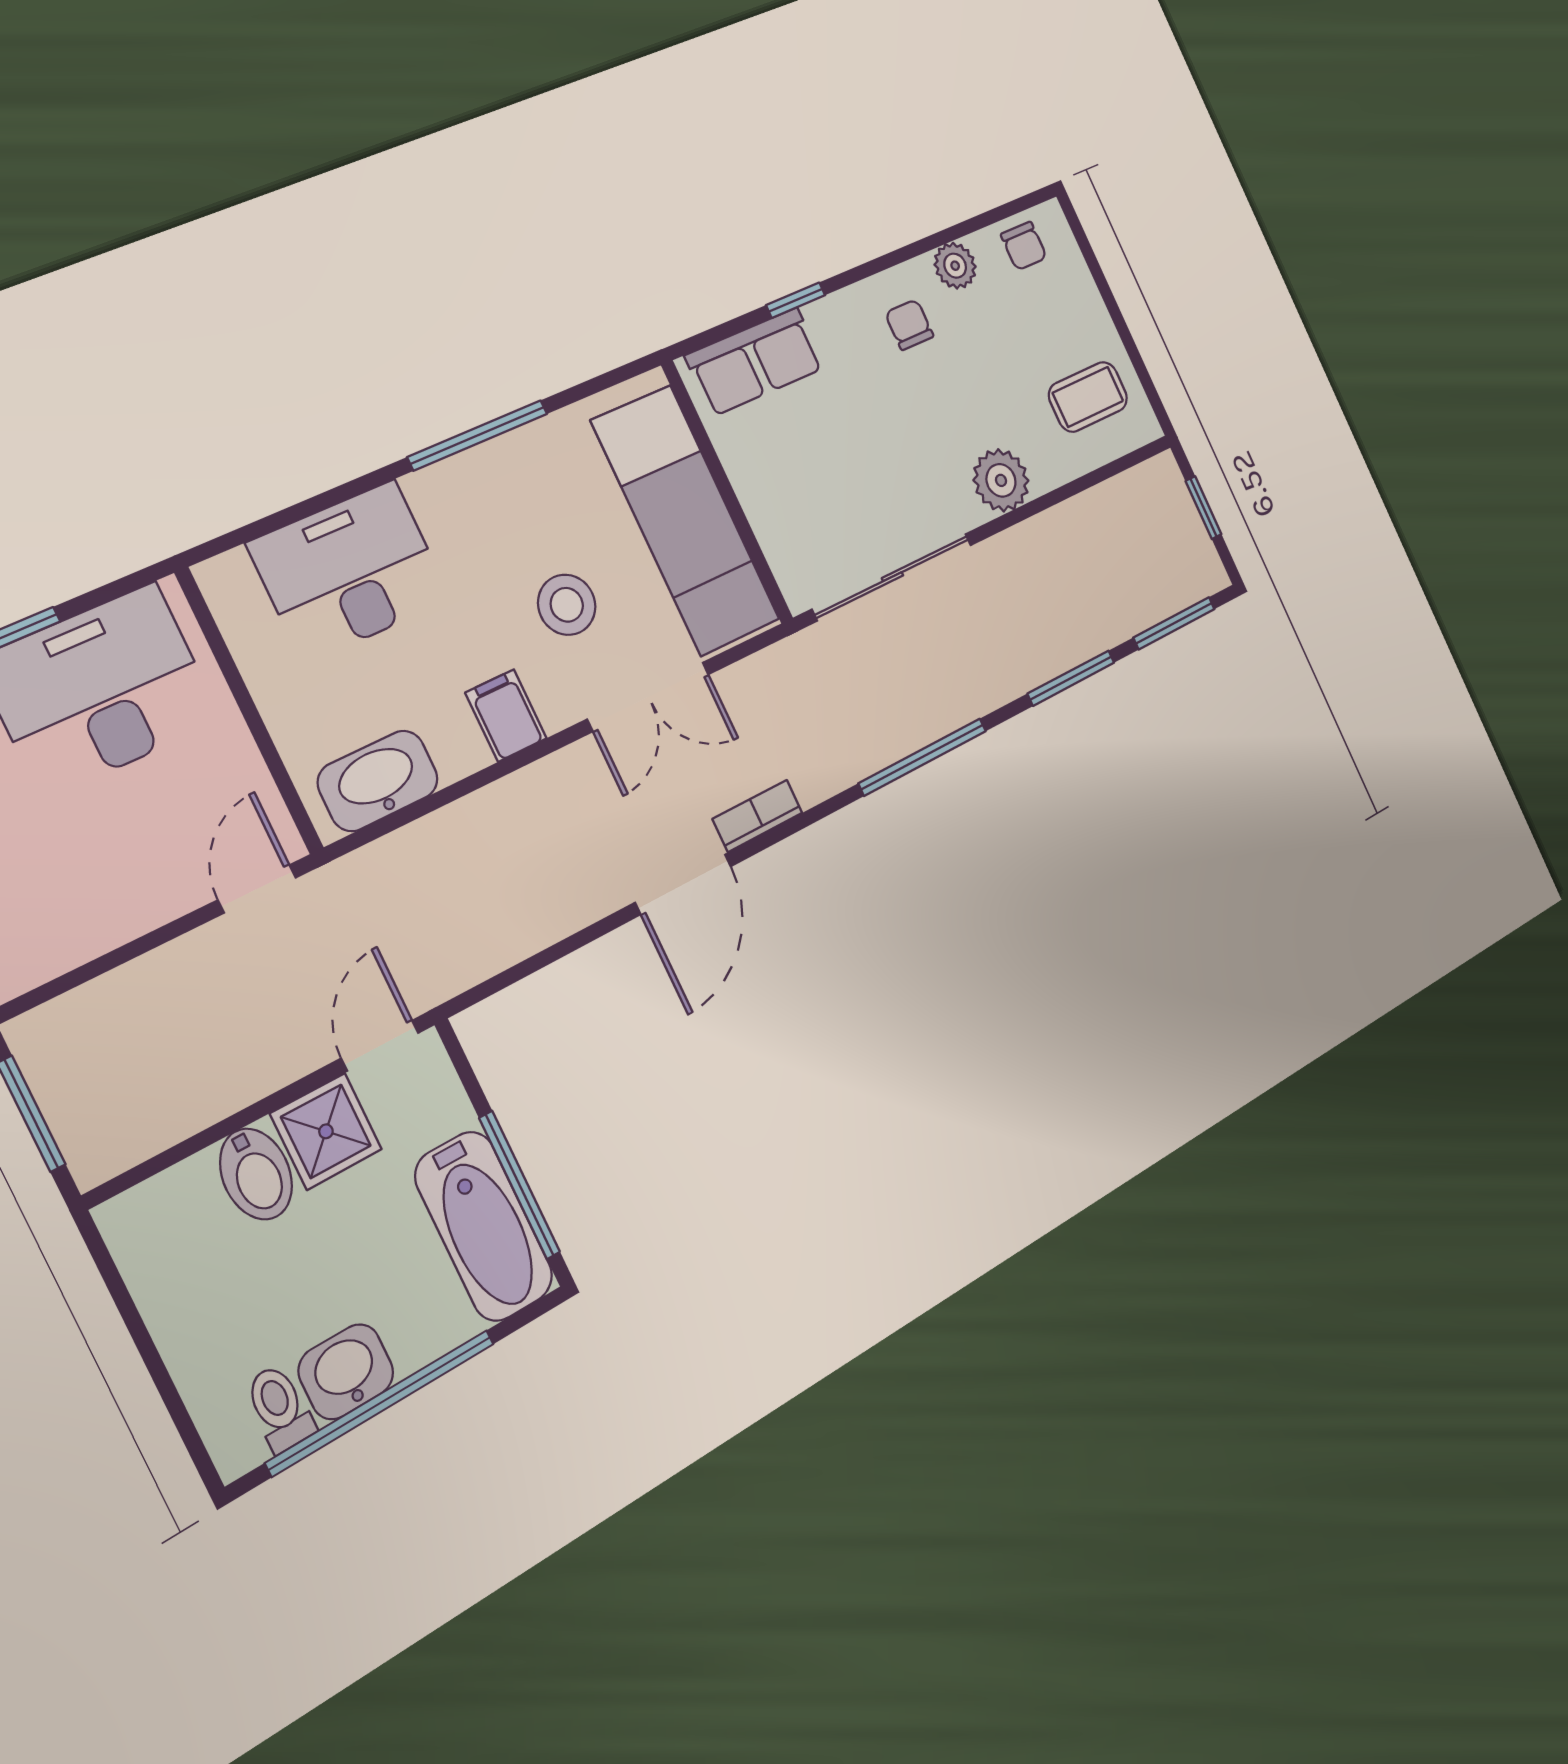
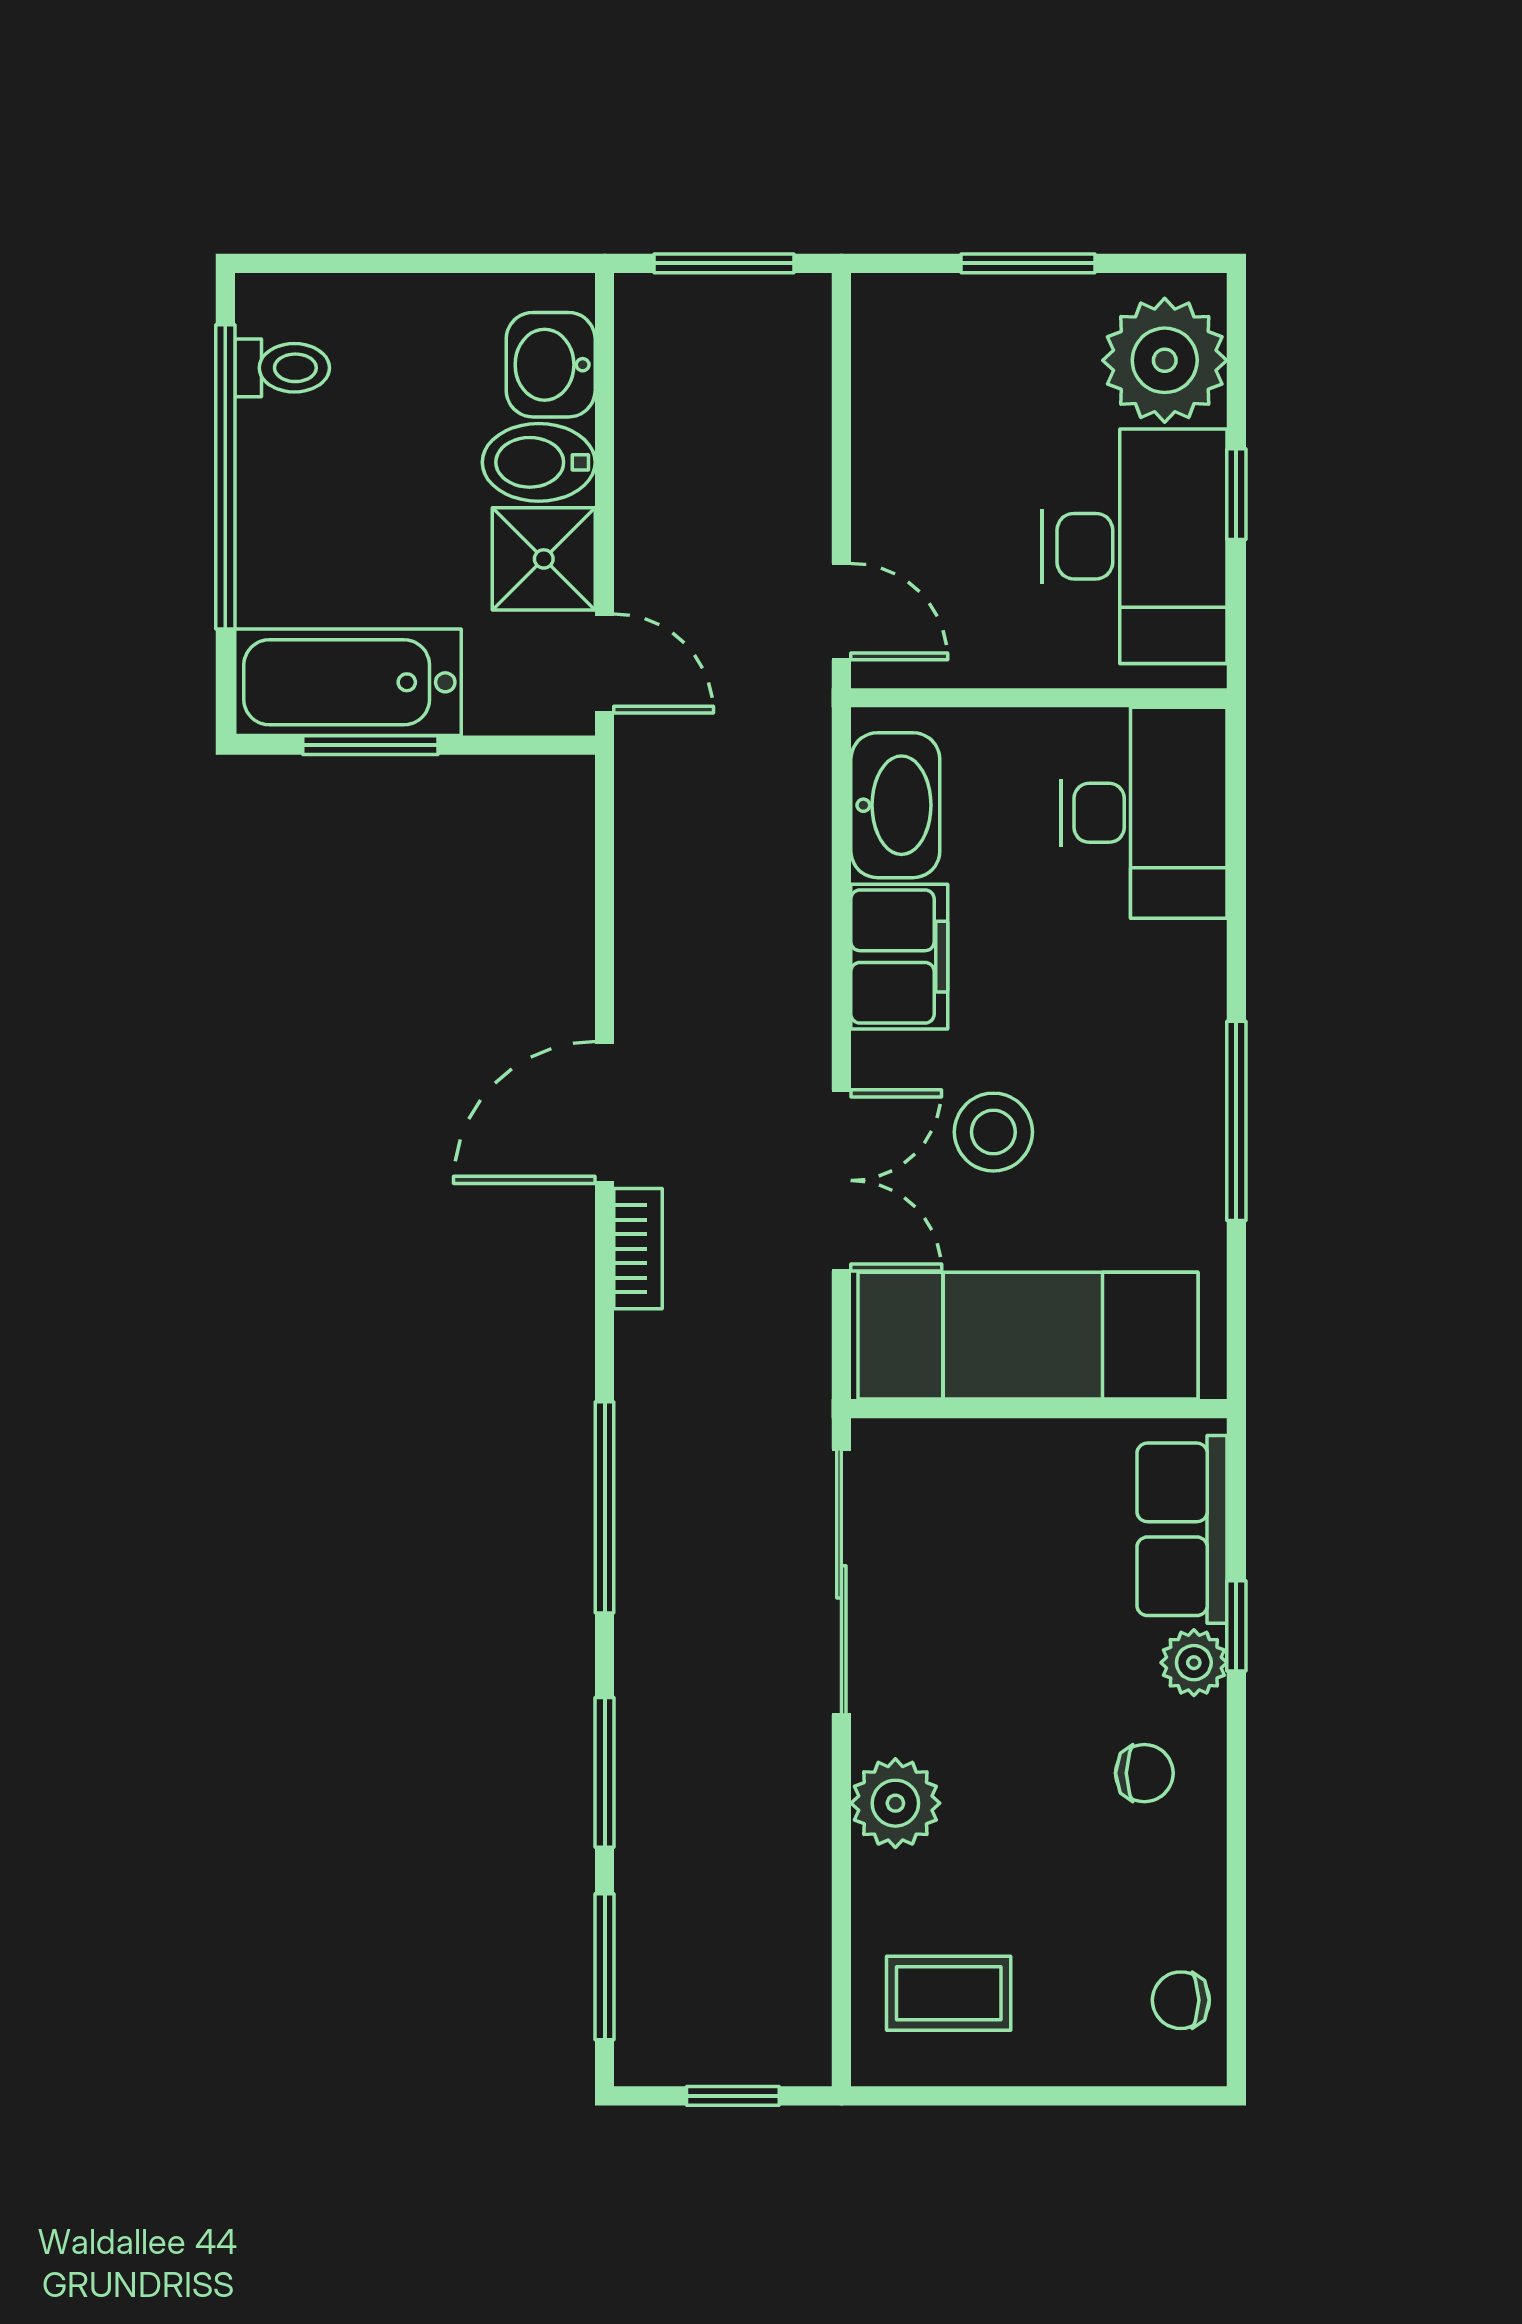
plant: (955, 266) -> (1194, 1663), moved
coffee table: (1088, 397) -> (949, 1993), turned 90
desk: (350, 571) -> (1144, 813), moved
double door: (648, 697) -> (841, 1180), swing flipped
filing cabinet: (506, 716) -> (899, 957), width x2.00
door: (683, 884) -> (605, 1113), hinge flipped
window: (520, 1185) -> (370, 745), width x0.69
washbasin: (346, 1372) -> (551, 365), moved, turned 180

